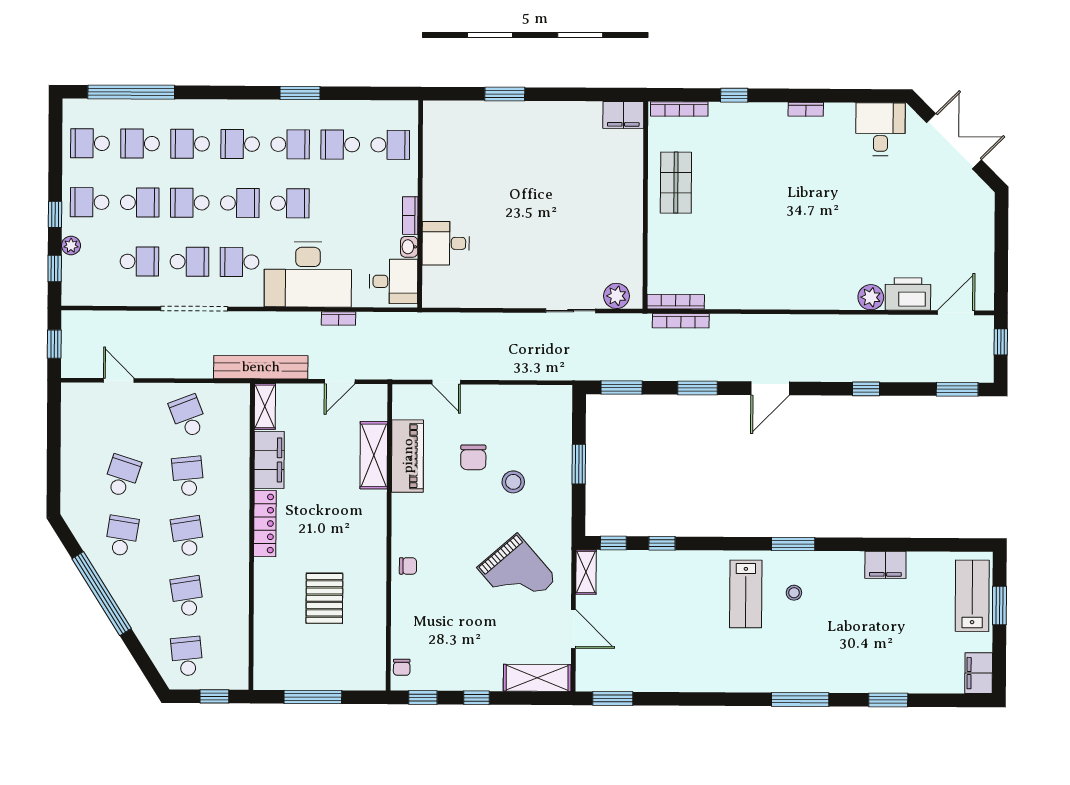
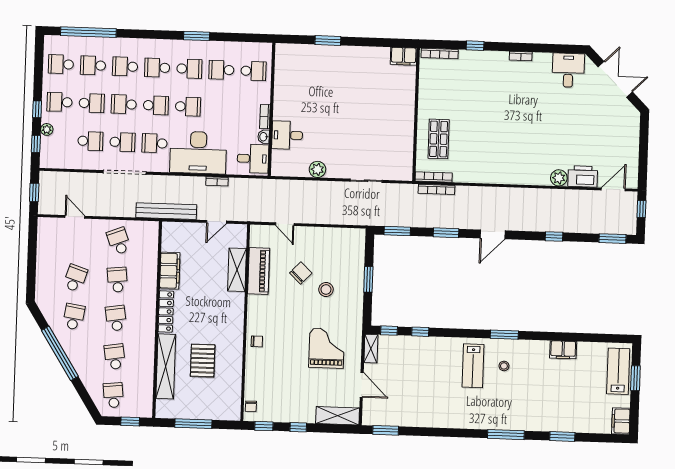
shop shelf: (676, 183) -> (439, 139), moved
plant: (616, 296) -> (317, 169), moved
shelving: (265, 406) -> (166, 366), moved, width x2.20, depth x1.33
chair: (473, 457) -> (301, 273), turned -136
grand piano: (517, 573) -> (327, 348), turned -139

